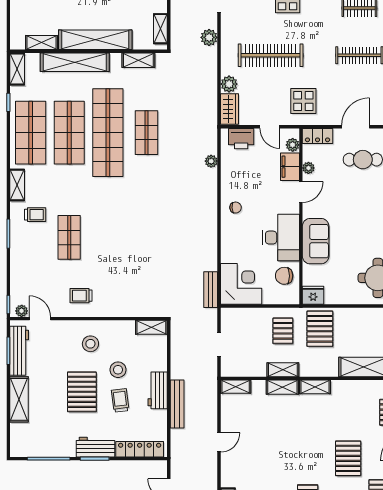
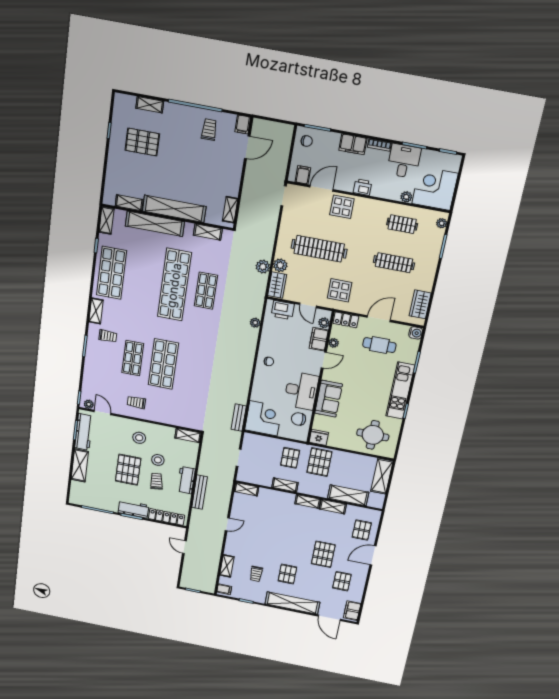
plant: (209, 37) -> (263, 267), moved
shop shelf: (69, 133) -> (163, 364), moved
shelving: (282, 387) -> (333, 507), moved

